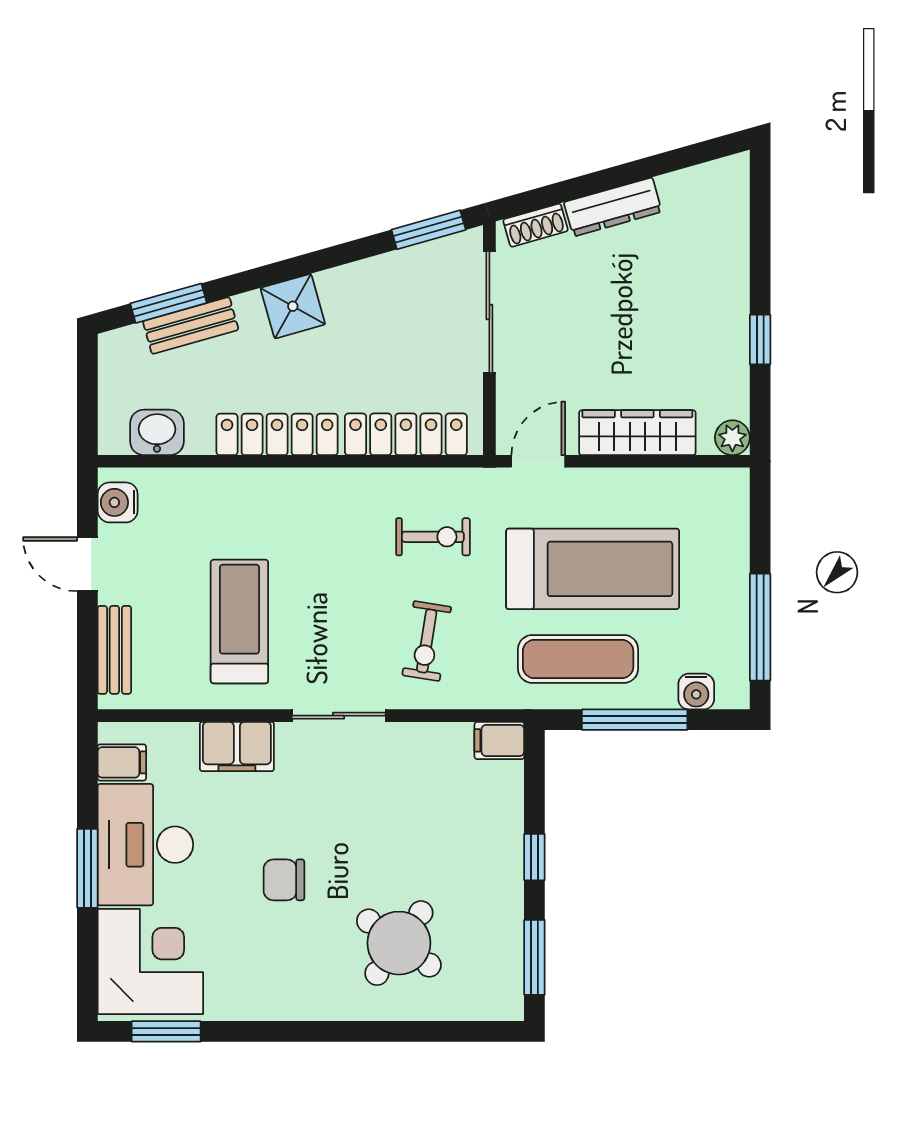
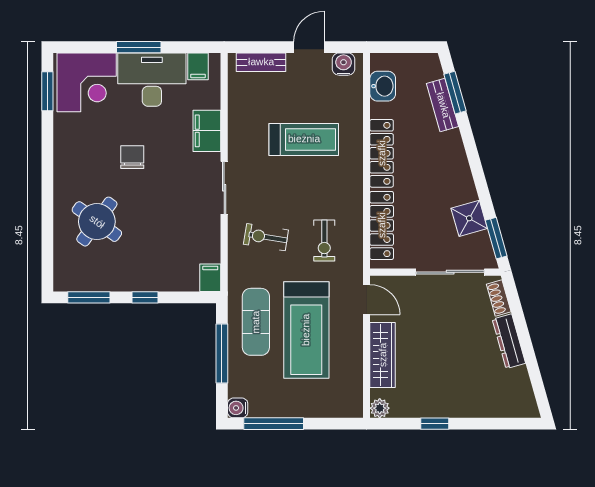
shower: (293, 306) -> (469, 218), moved
treadmill: (239, 622) -> (304, 139), moved
water cooler: (696, 692) -> (238, 408), moved

